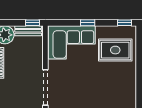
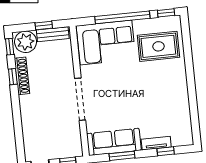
window: (33, 23) -> (44, 26), moved
window: (88, 23) -> (122, 17), width x3.17

